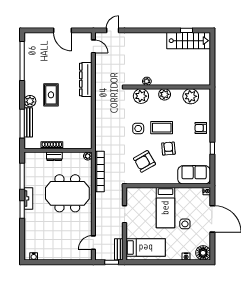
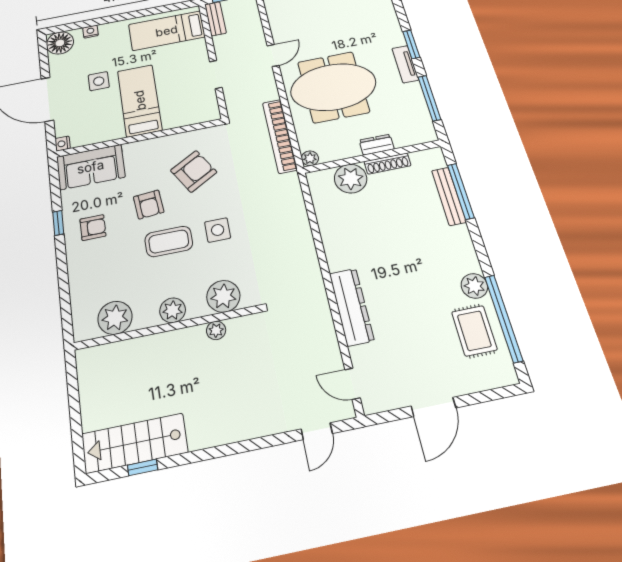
door: (63, 30) -> (433, 407), swing flipped
rug: (51, 95) -> (474, 331), moved
plant: (30, 101) -> (474, 286), moved
armchair: (201, 128) -> (93, 228), moved
plant: (71, 141) -> (351, 179), added
door: (93, 243) -> (273, 55), moved

